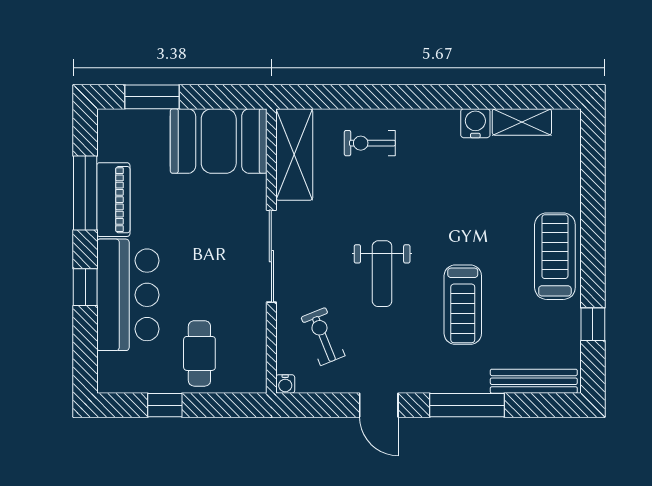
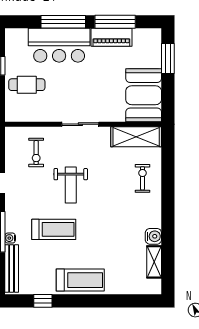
sliding door: (271, 256) -> (80, 124), width x0.73
weight bench: (382, 274) -> (71, 185), turned -90
window: (85, 287) -> (63, 22), width x2.17
treadmill: (463, 305) -> (54, 229), turned 180
exercise bike: (323, 337) -> (36, 153), turned 112
water cooler: (285, 384) -> (10, 238), moved

